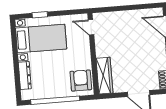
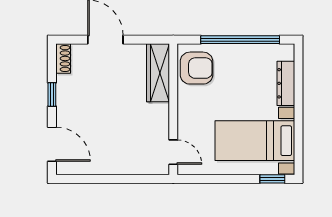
window: (40, 15) -> (272, 179), moved
armchair: (81, 80) -> (196, 68), turned -90

